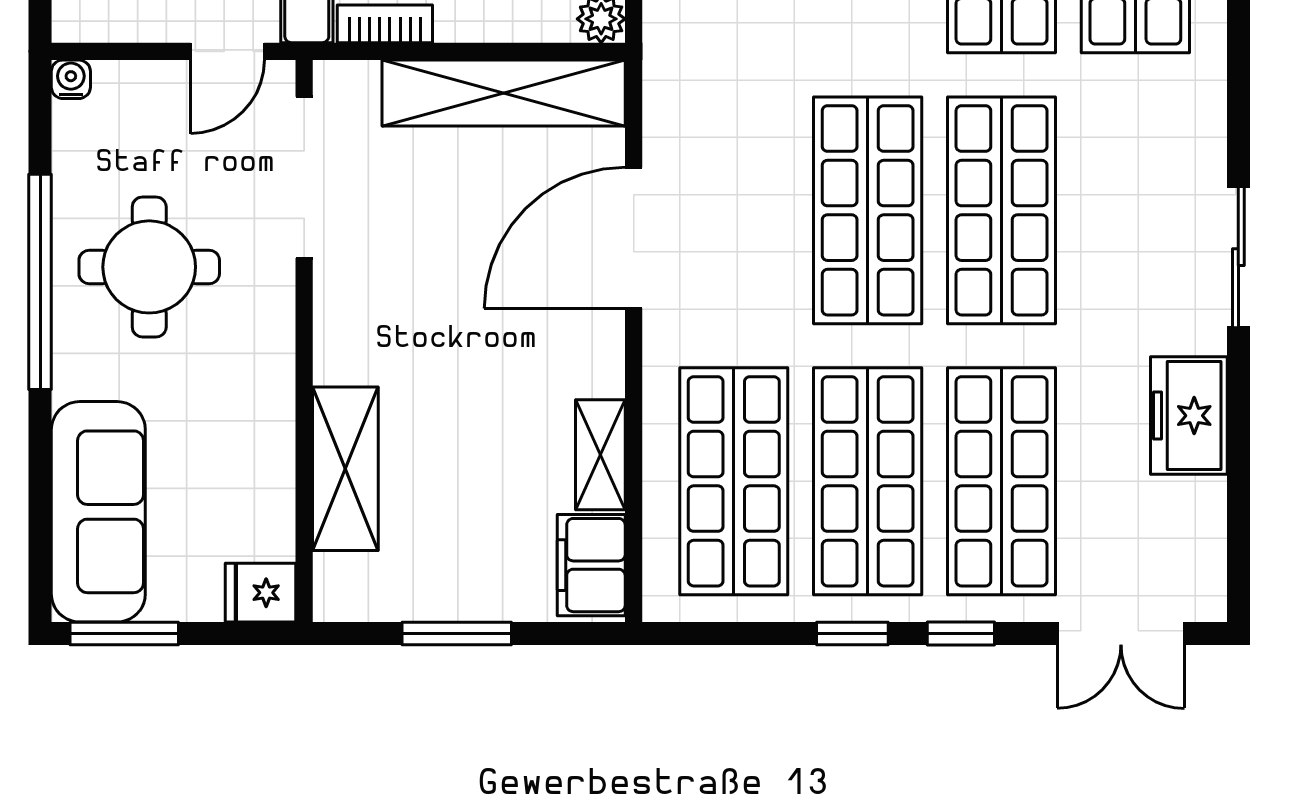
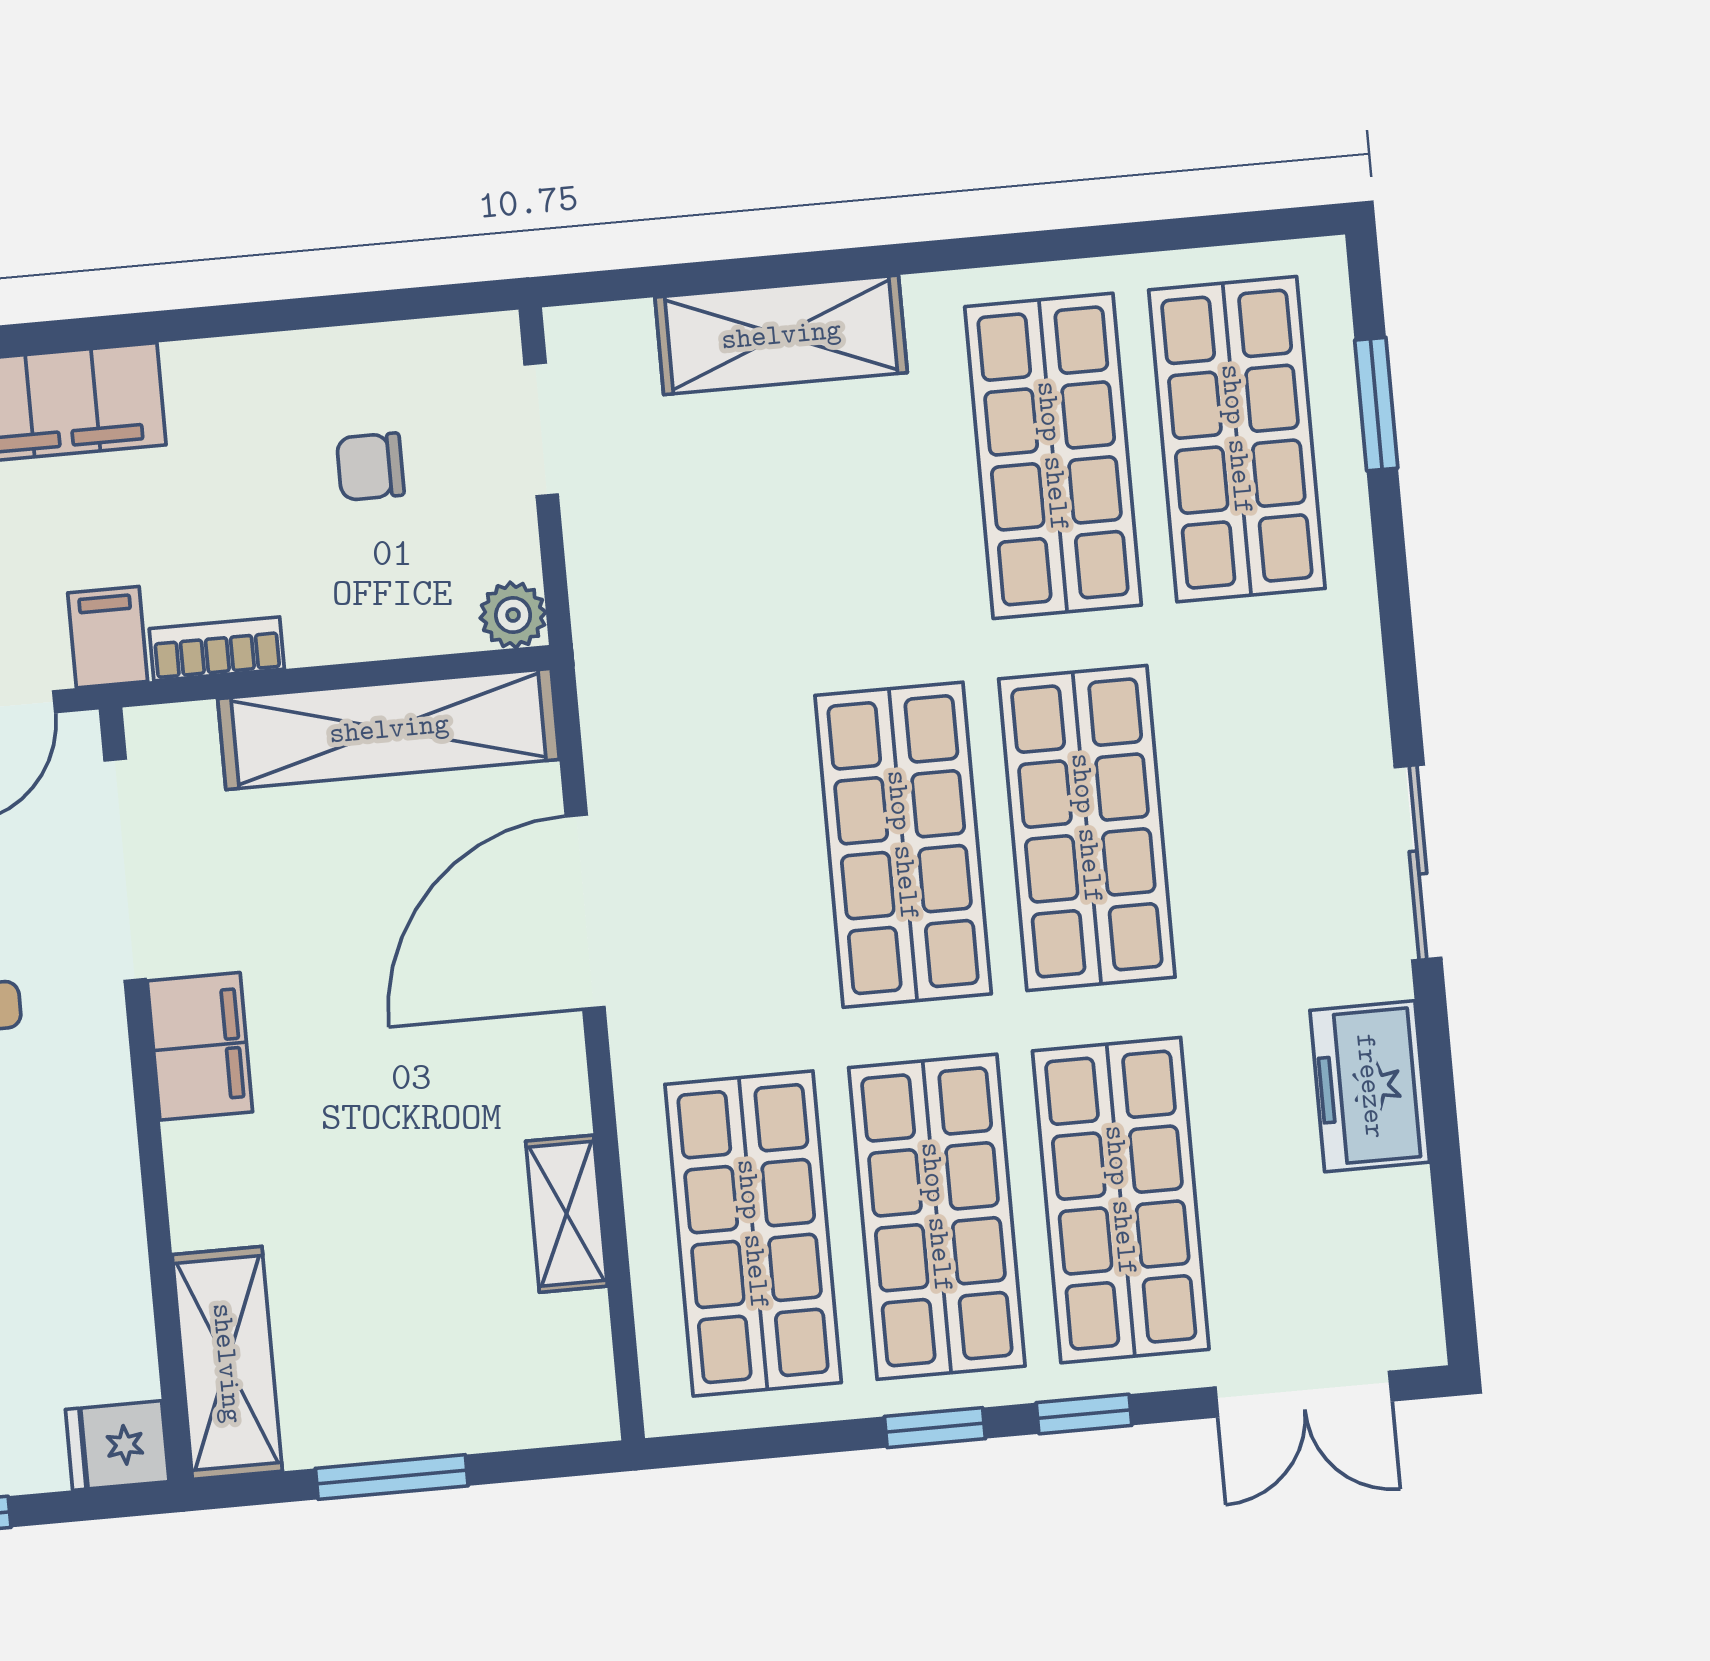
shelving: (345, 469) -> (227, 1363), moved
filing cabinet: (591, 565) -> (200, 1046), moved, turned 180

